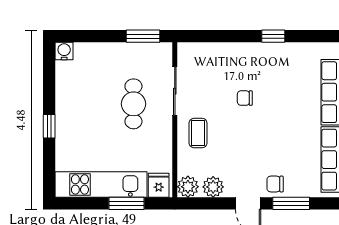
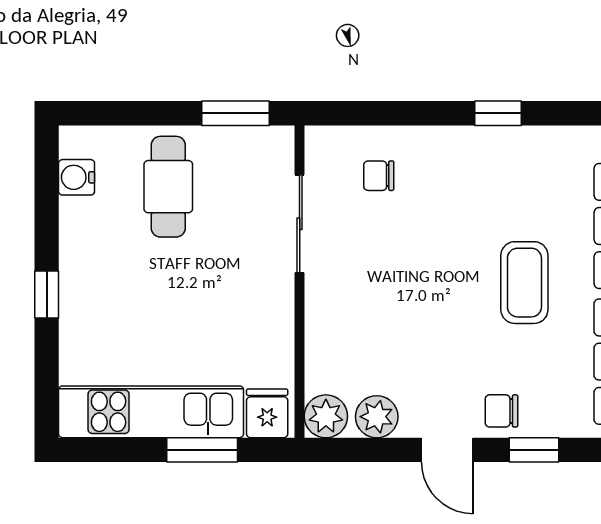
water cooler: (64, 51) -> (77, 177), moved, turned -90
chair: (245, 98) -> (379, 176), moved
cafe table: (133, 104) -> (168, 187), moved
coffee table: (198, 133) -> (524, 283), moved, width x1.36, depth x1.30
window: (291, 203) -> (534, 450), width x0.67

